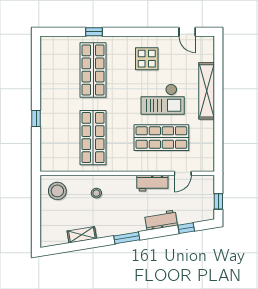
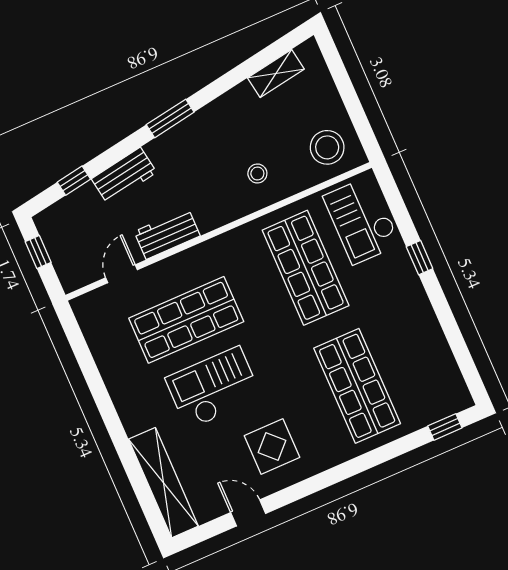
window: (94, 32) -> (445, 427), moved
door: (187, 32) -> (248, 513), moved
shelving: (207, 91) -> (163, 483), moved
checkout: (56, 149) -> (362, 220), added
shelving: (82, 235) -> (276, 73), moved

